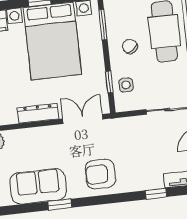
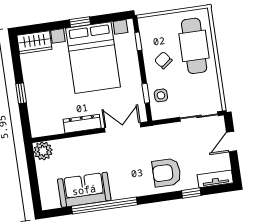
window: (103, 25) -> (138, 41), width x0.67
armchair: (100, 174) -> (167, 173), moved
window: (60, 204) -> (104, 206), width x3.17

